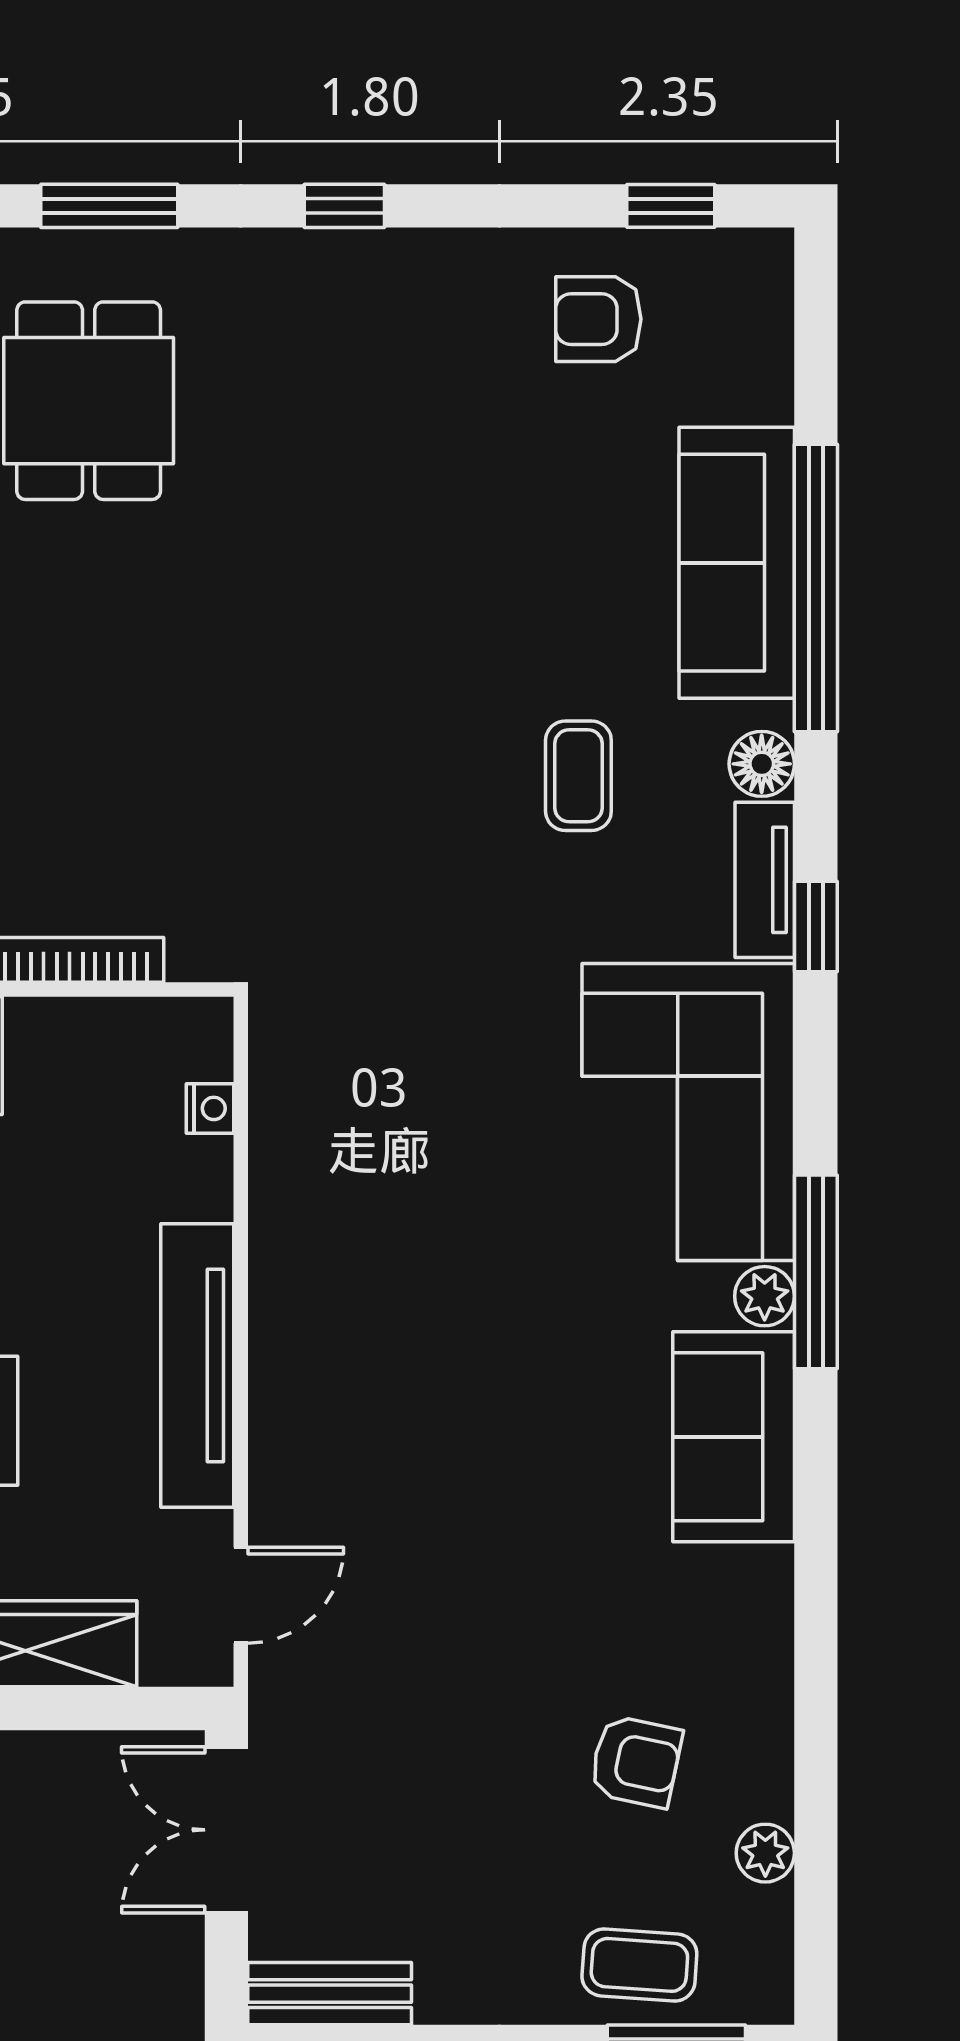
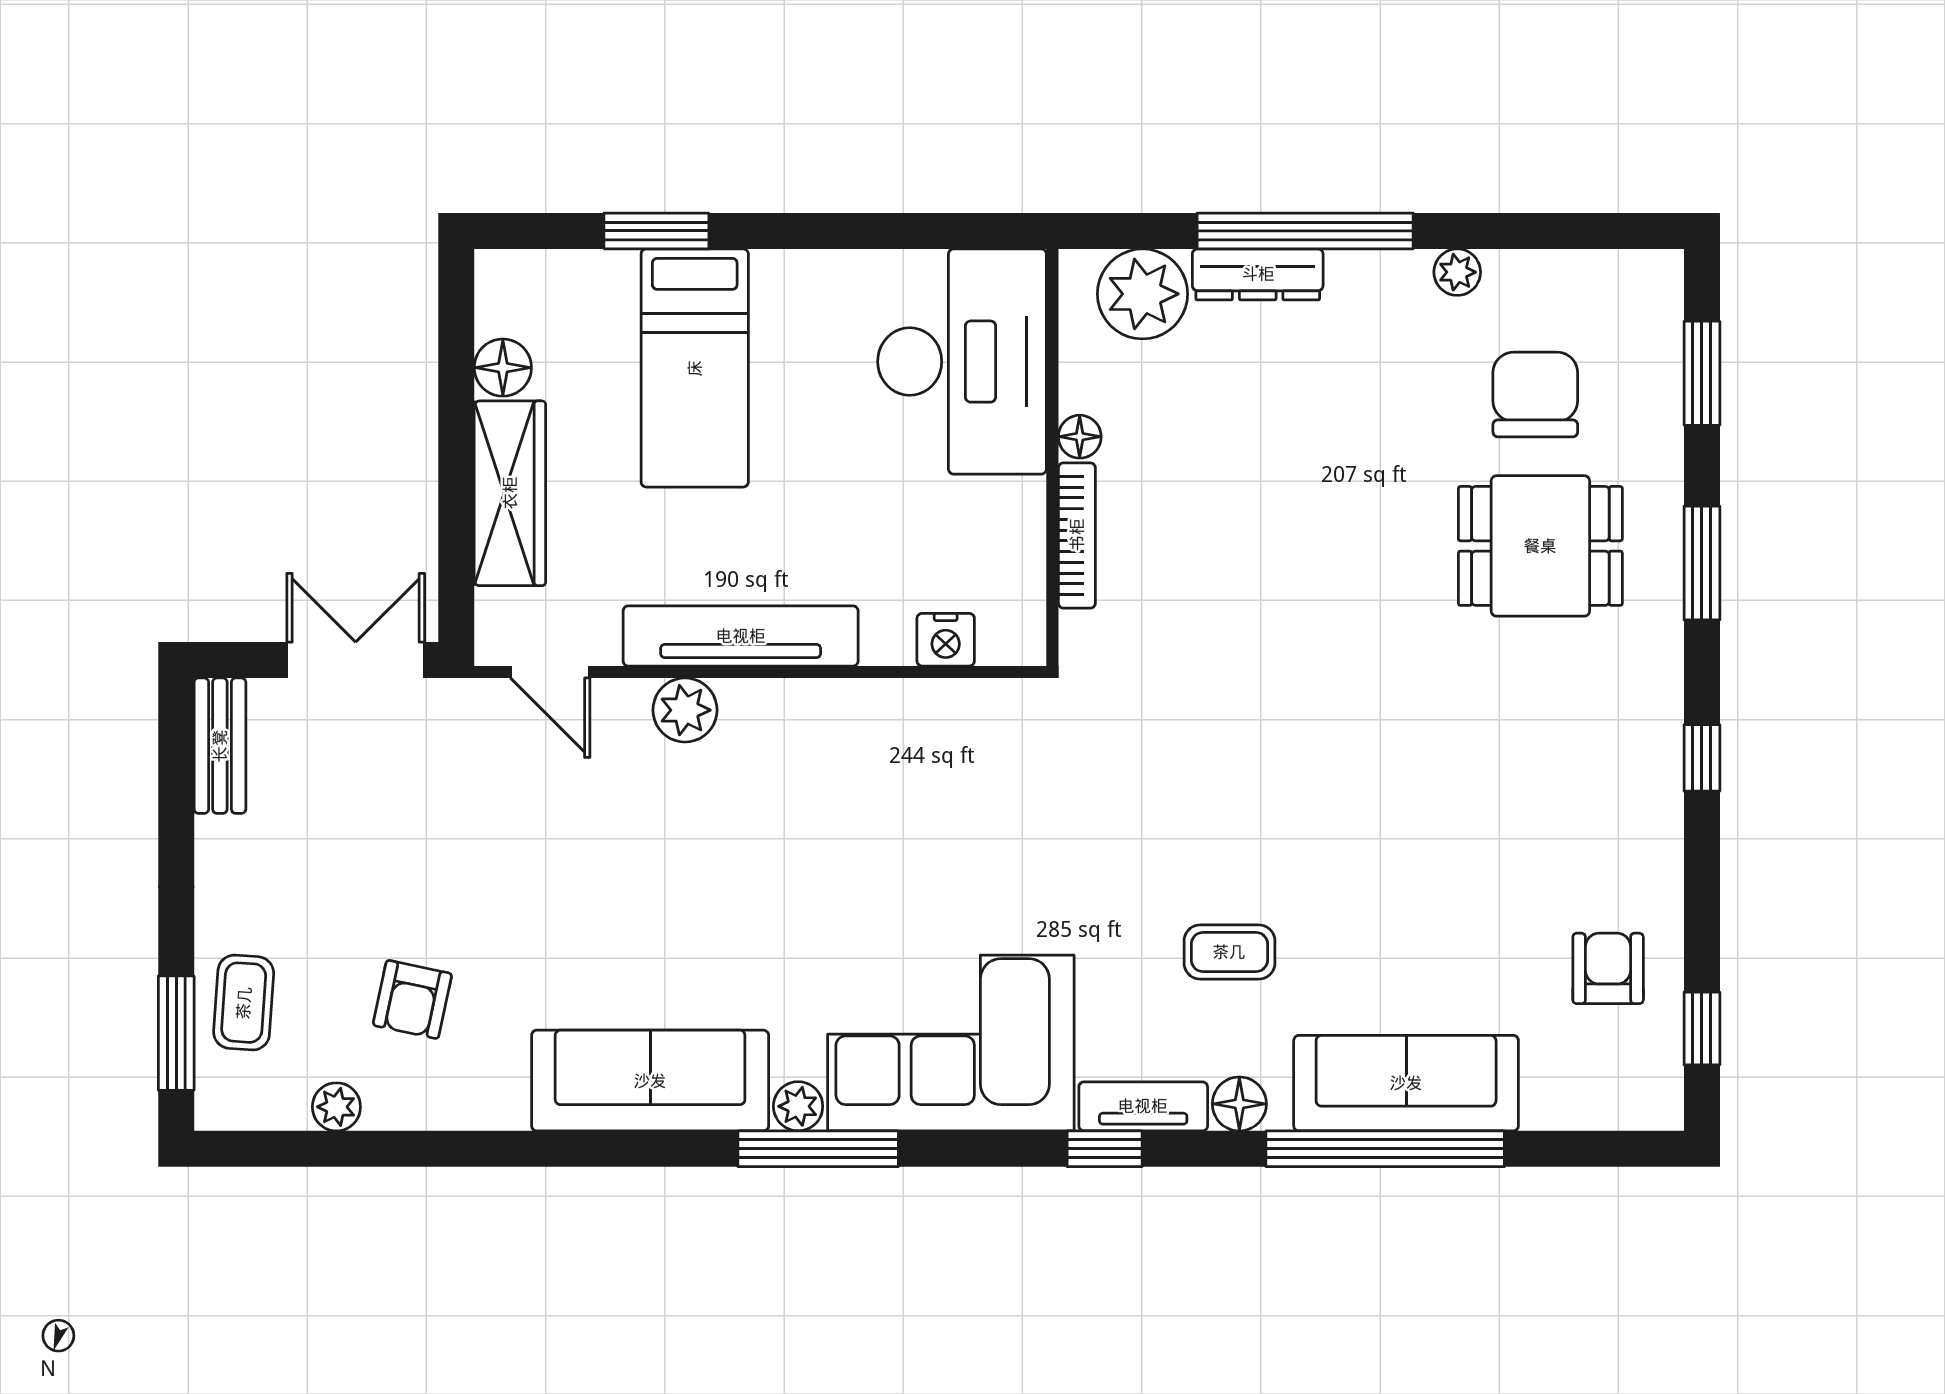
nightstand: (210, 1108) -> (946, 640), width x1.39, depth x1.35
plant: (287, 1433) -> (685, 710), added
sofa: (734, 1437) -> (650, 1081), width x1.36

